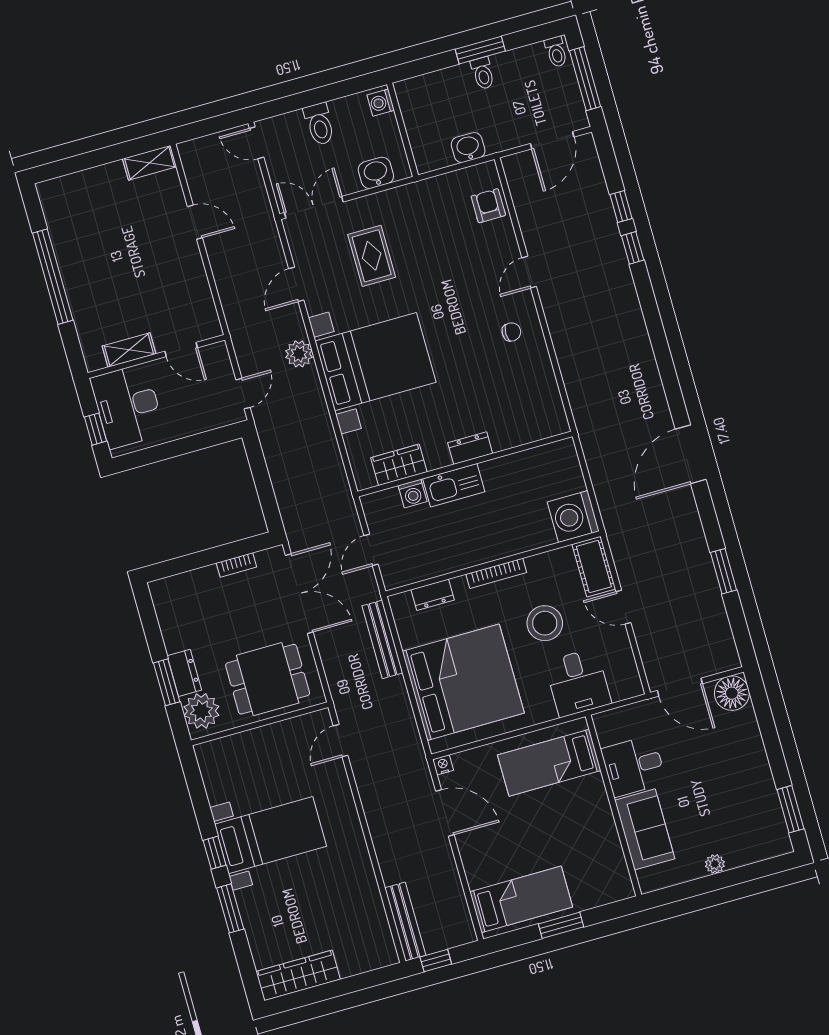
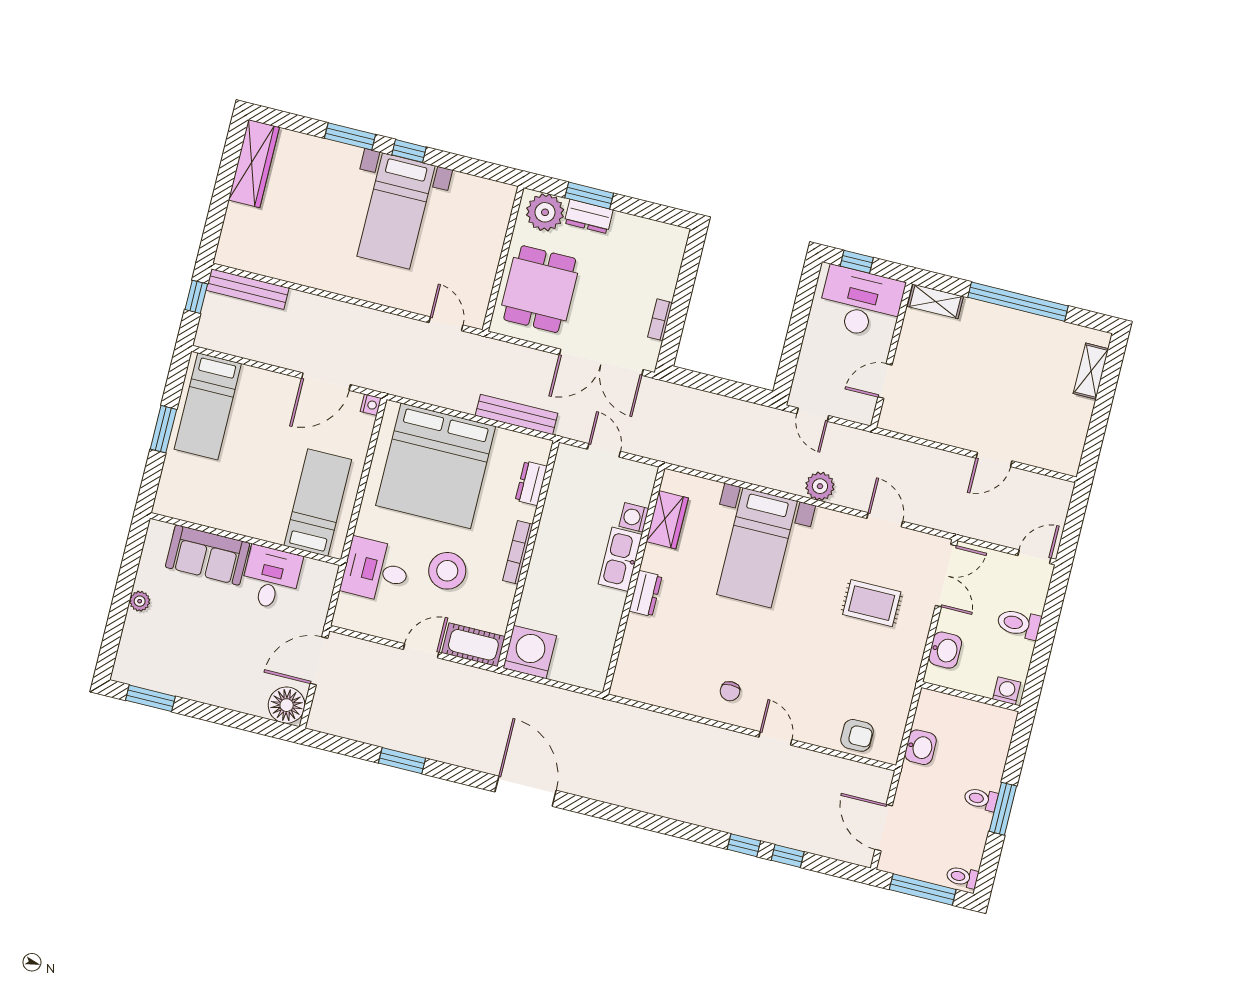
shelving: (150, 163) -> (1091, 371), moved
shelving: (129, 350) -> (935, 301), moved, turned 90
bed with nightstands: (375, 362) -> (757, 548), width x0.73

